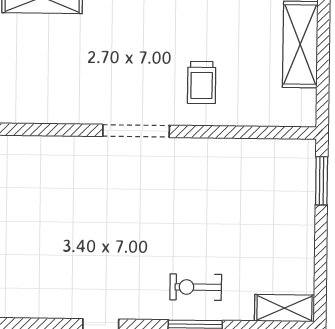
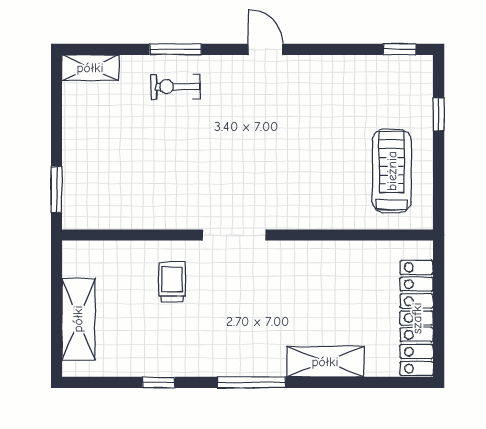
exercise bike: (196, 287) -> (175, 87), turned 180

